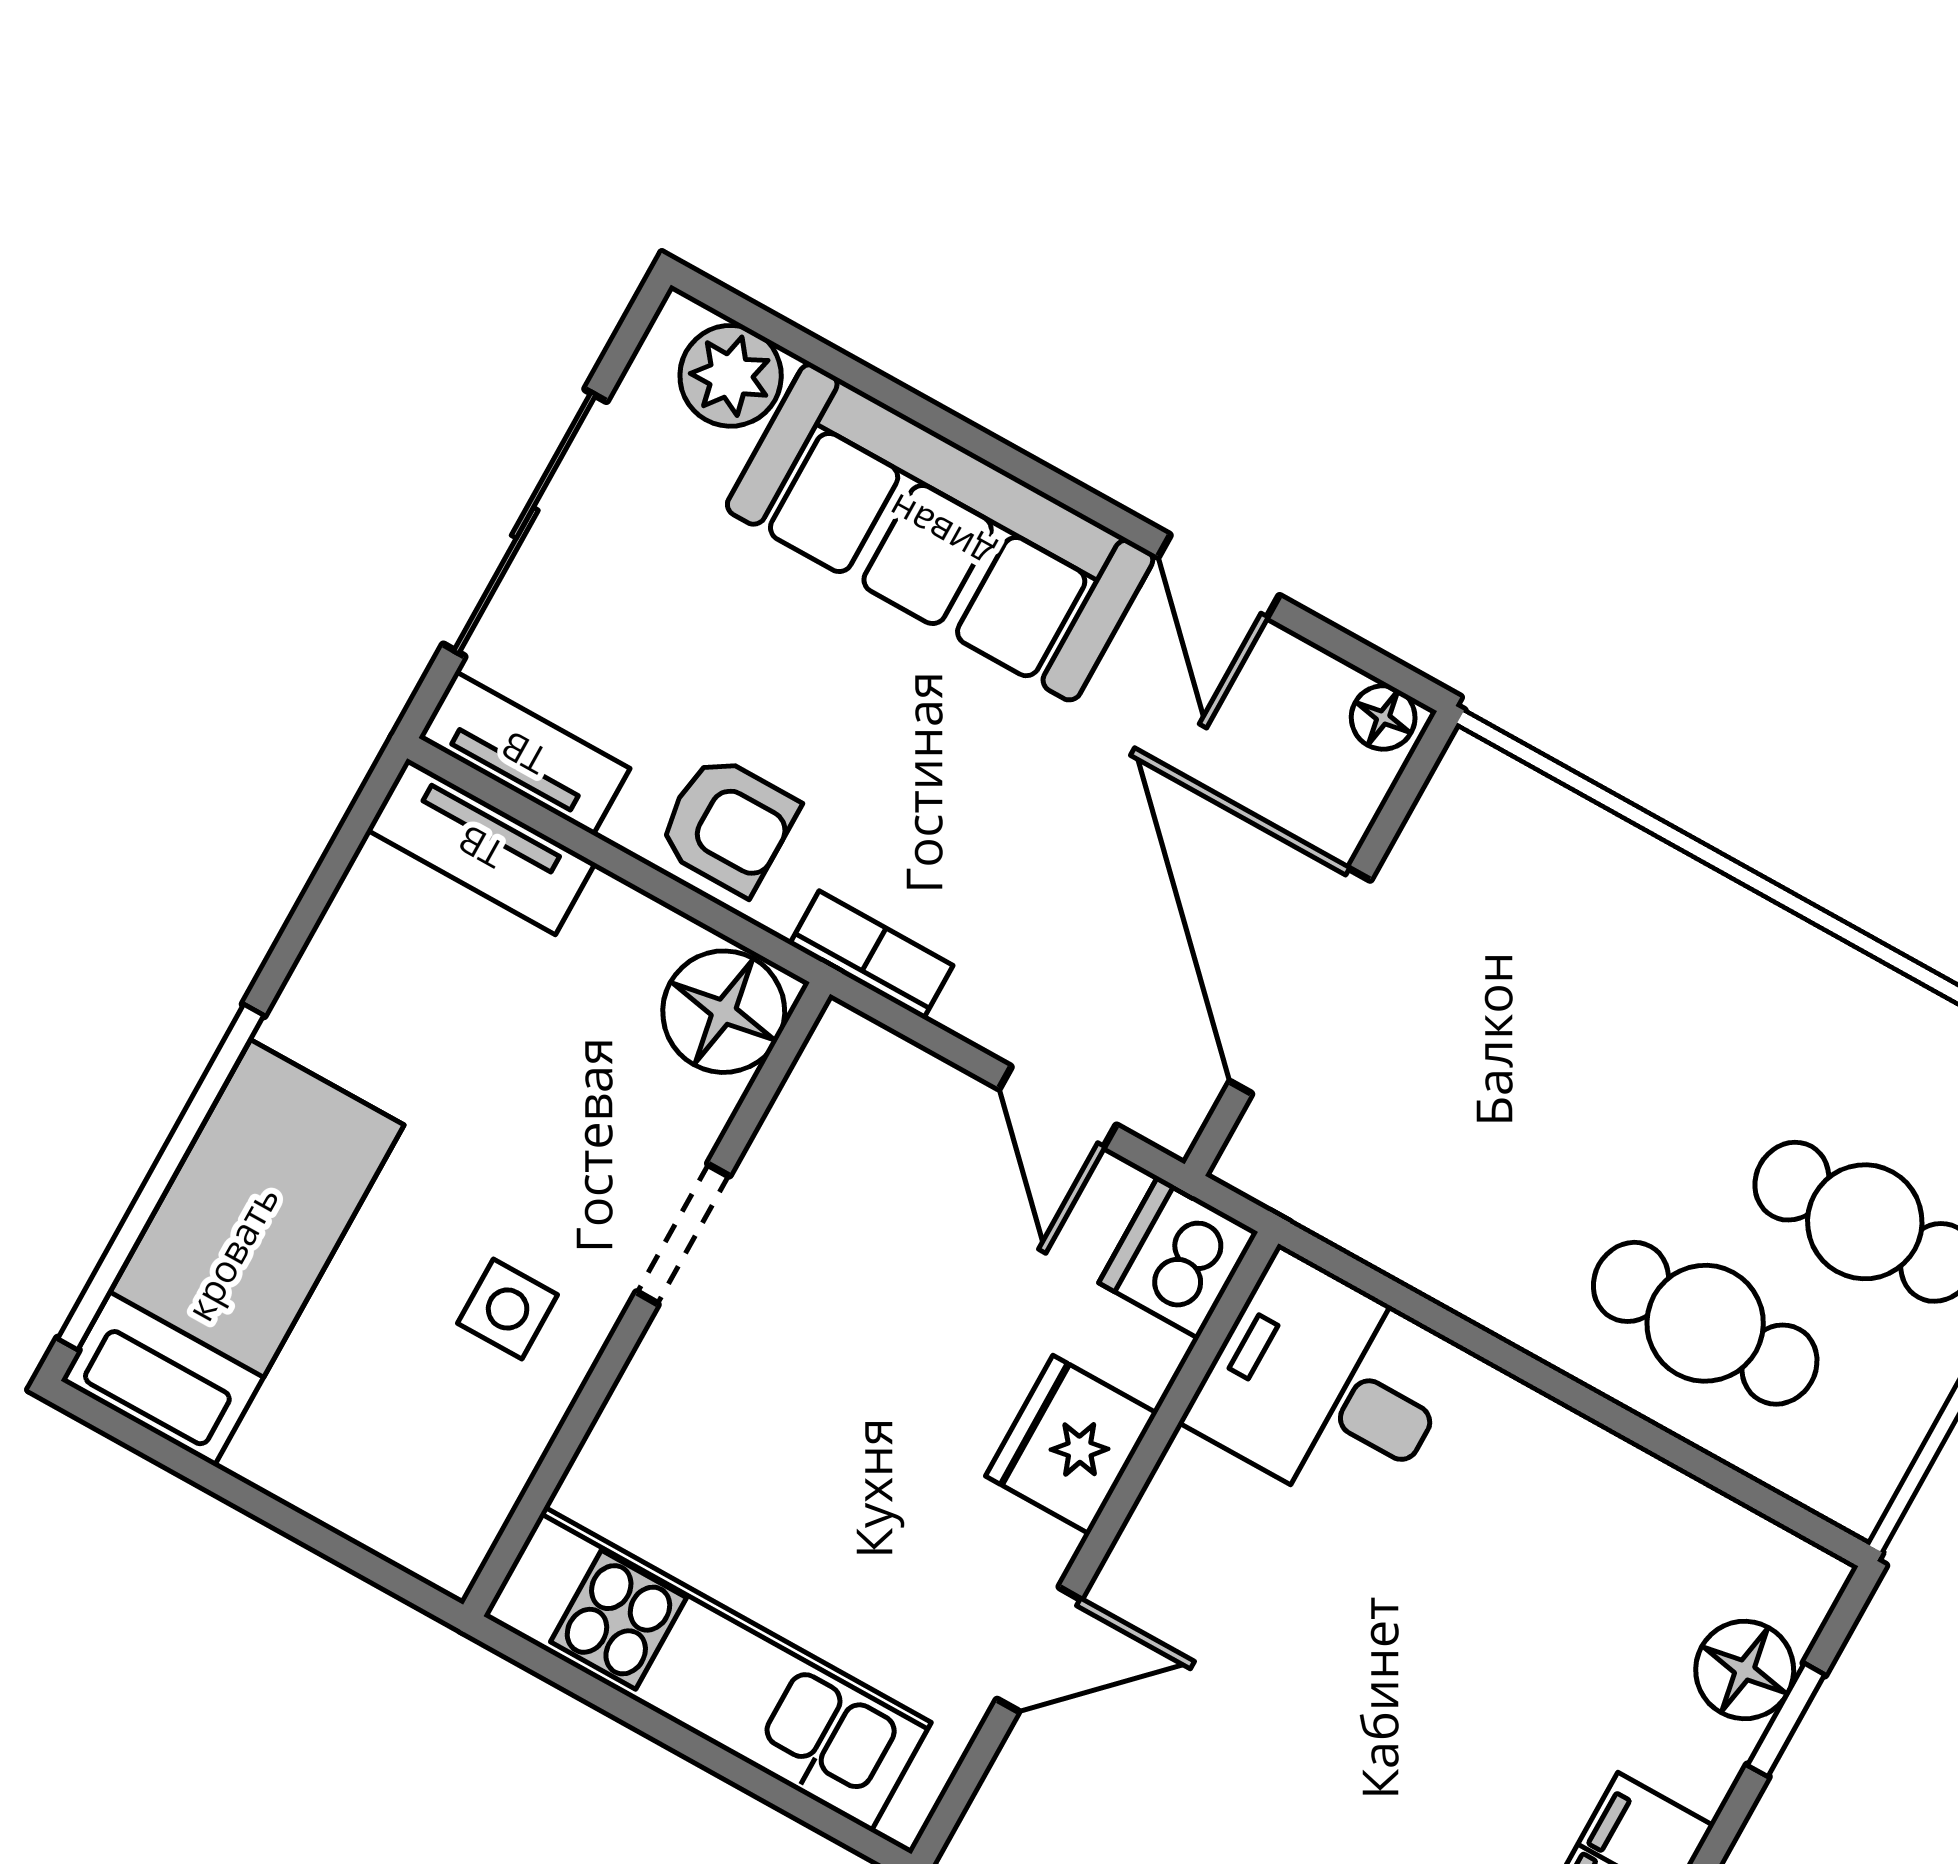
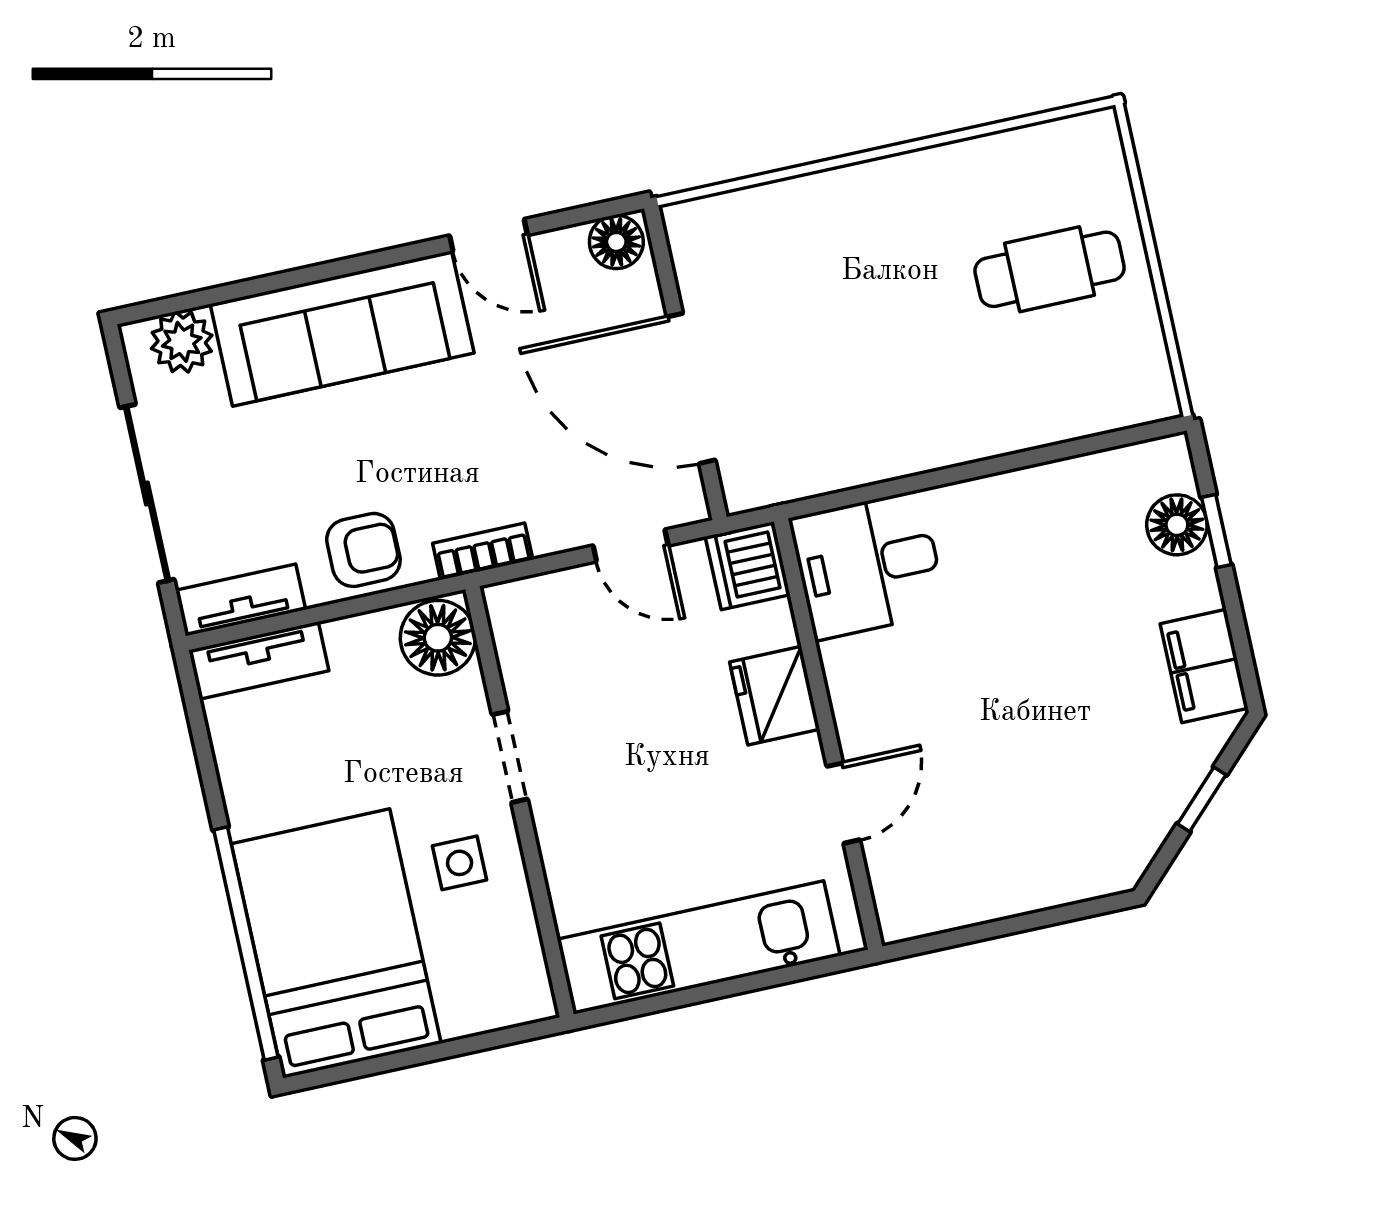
floor lamp: (1383, 718) -> (616, 242), width x1.37, depth x1.37
bed: (232, 1253) -> (336, 943), width x1.50
cafe table: (1705, 1323) -> (1017, 381), removed

